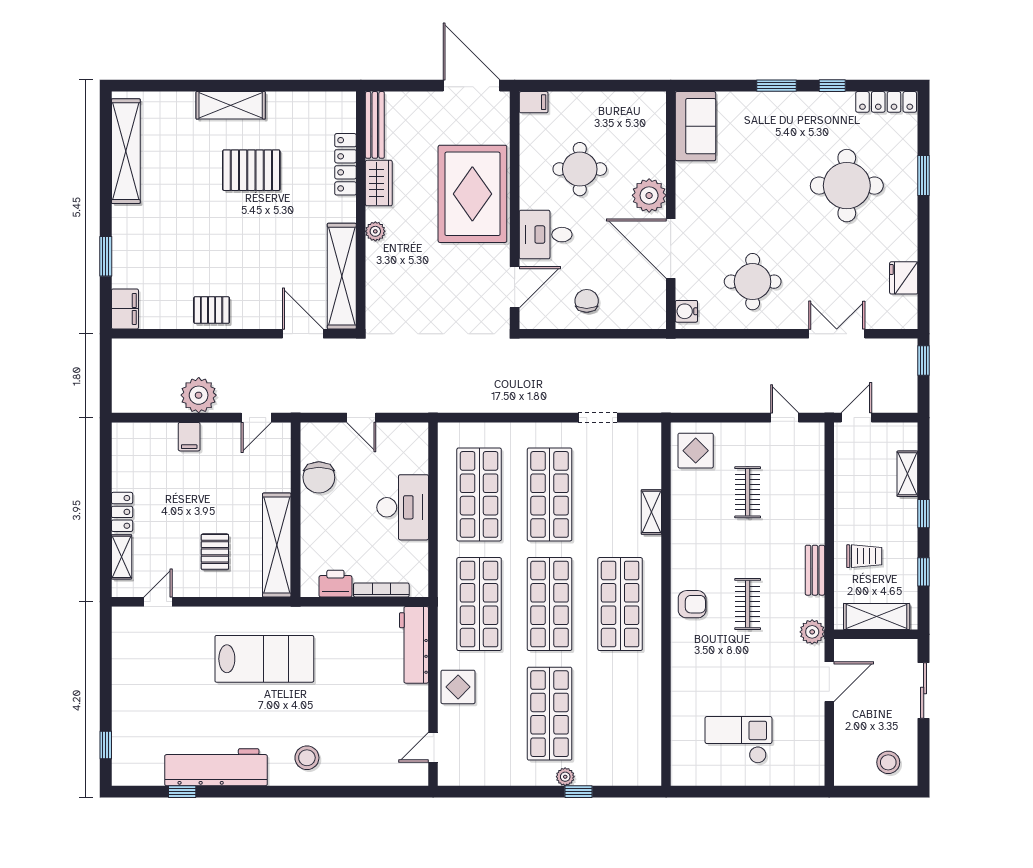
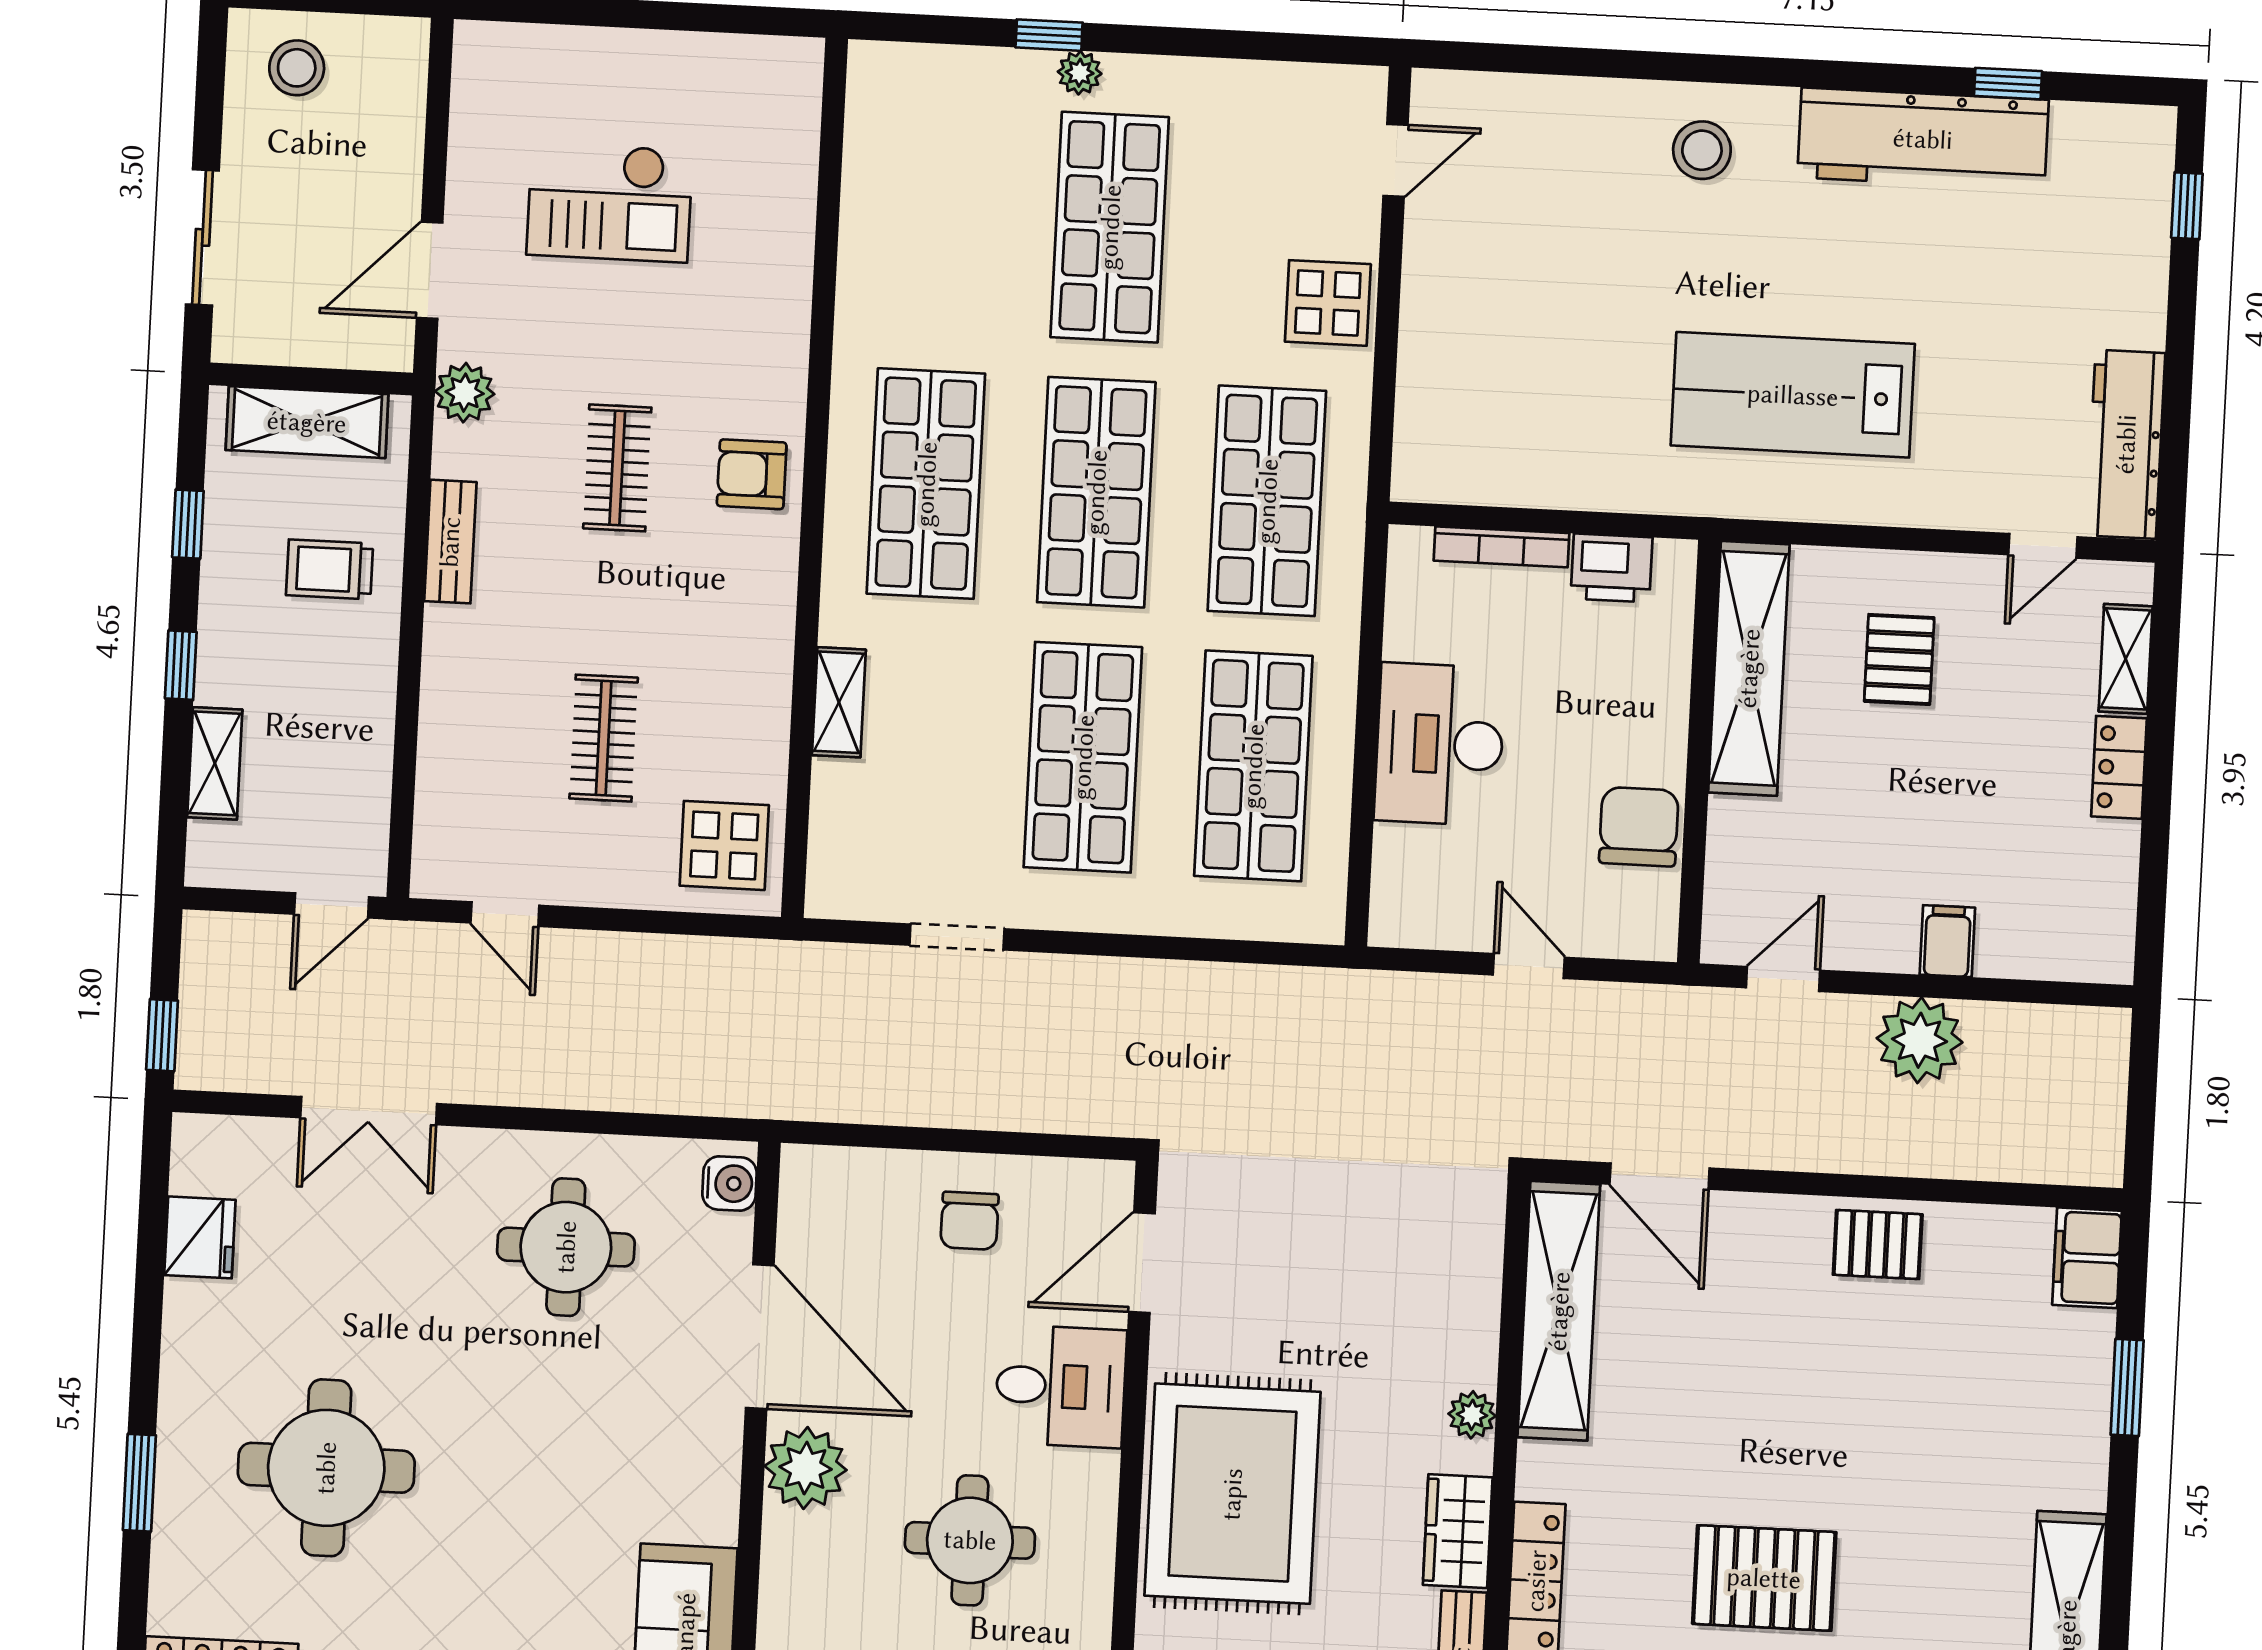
workbench: (414, 645) -> (2126, 444), moved, turned 180
checkout: (738, 740) -> (610, 202), moved

